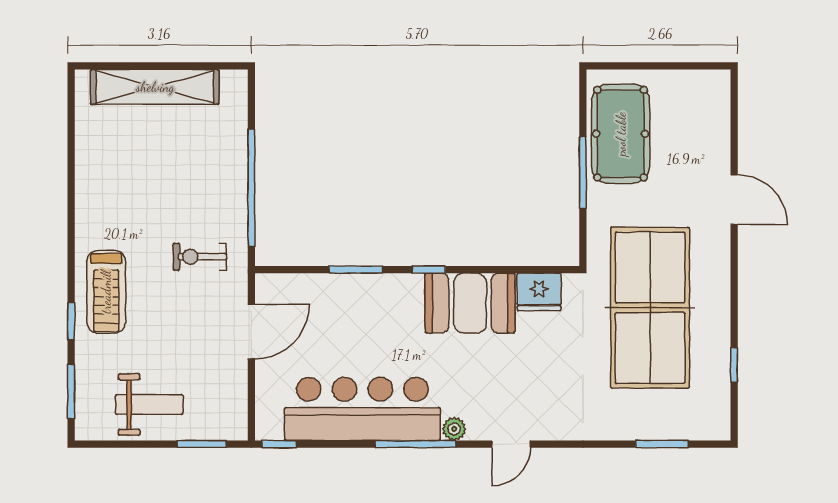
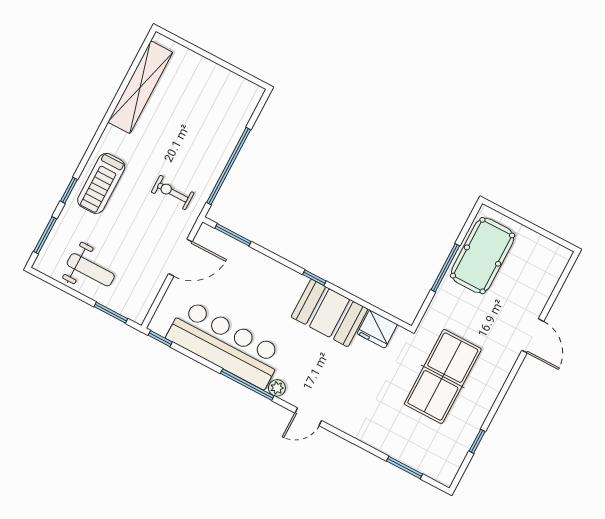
shelving: (155, 87) -> (140, 87), moved, turned 90
window: (356, 270) -> (233, 235), moved
table tennis table: (650, 308) -> (443, 376), width x0.73, depth x0.76

